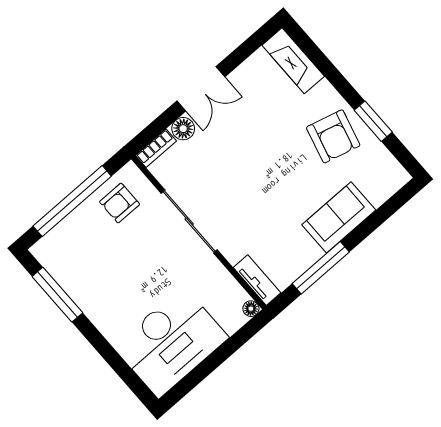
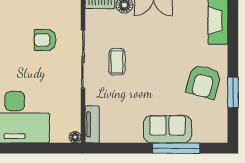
coffee table: (226, 194) -> (117, 62), added
armchair: (120, 203) -> (45, 40), moved
window: (321, 268) -> (176, 148), moved

